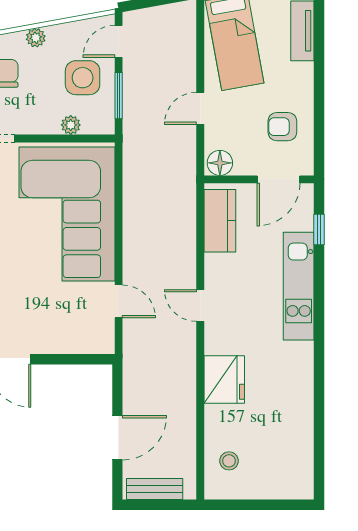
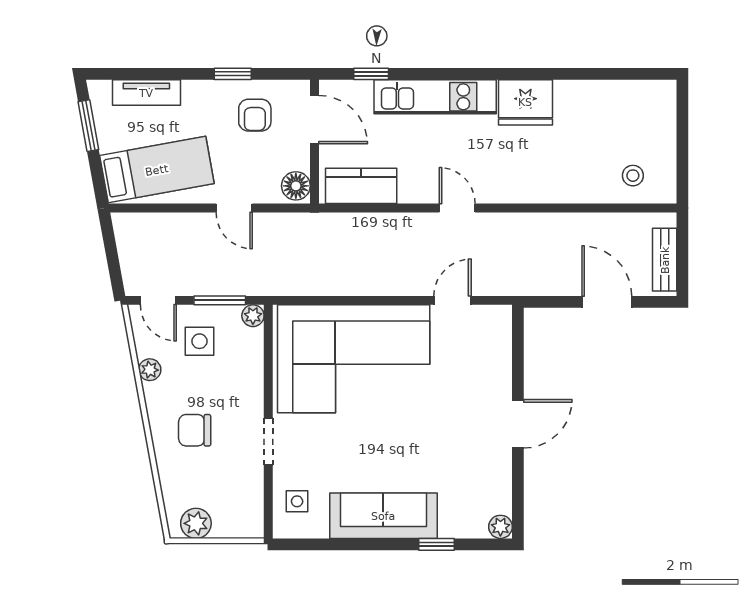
plant: (36, 38) -> (150, 370), moved
side table: (83, 78) -> (199, 341), width x0.73, depth x0.73
window: (319, 107) -> (233, 74), added
plant: (71, 125) -> (253, 316), moved
door: (200, 306) -> (457, 208), swing flipped
fridge: (224, 379) -> (525, 102), moved, turned 180

